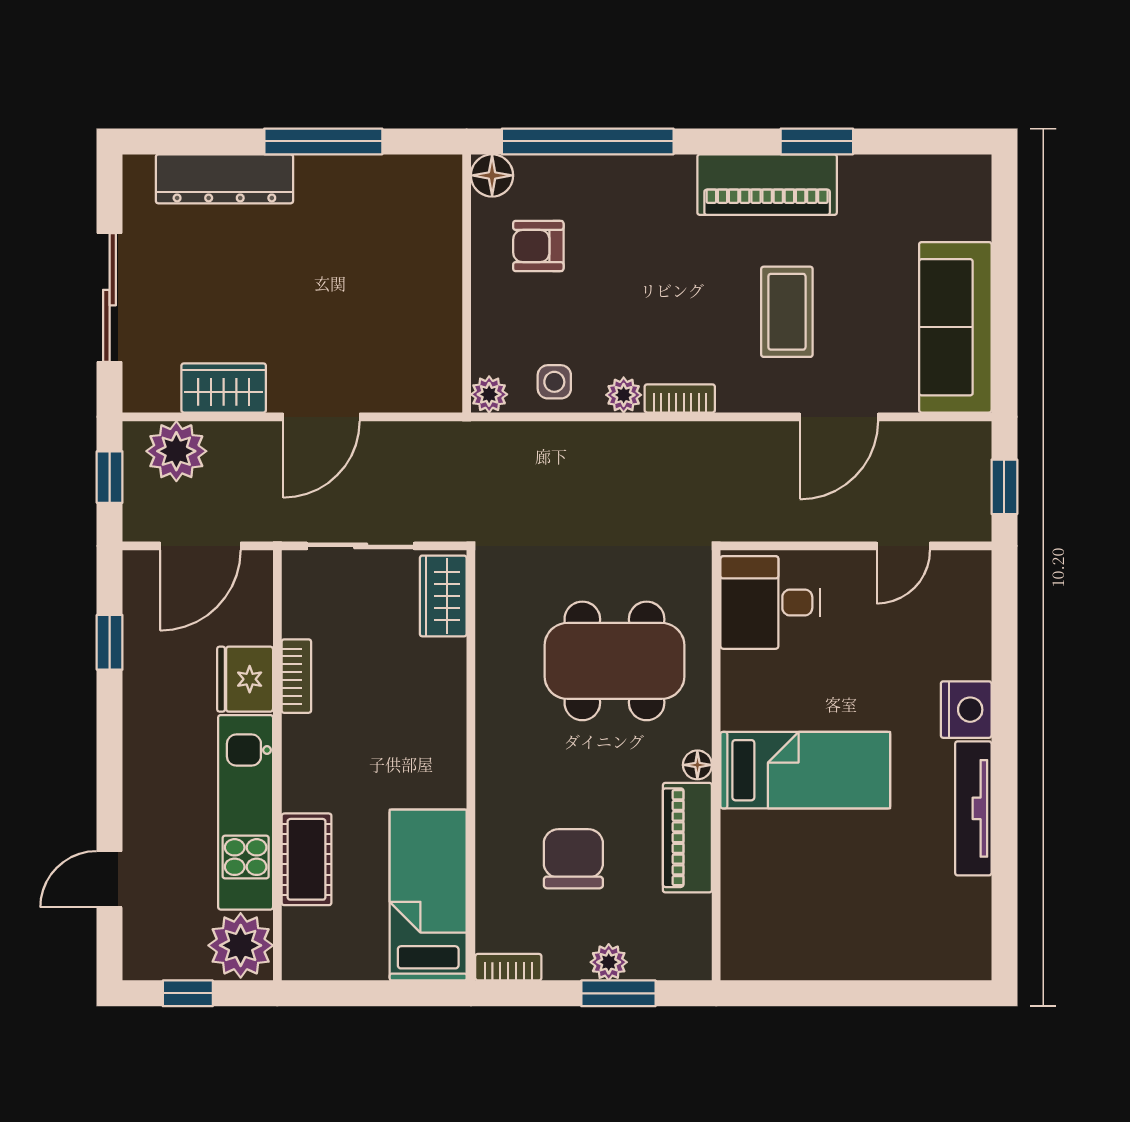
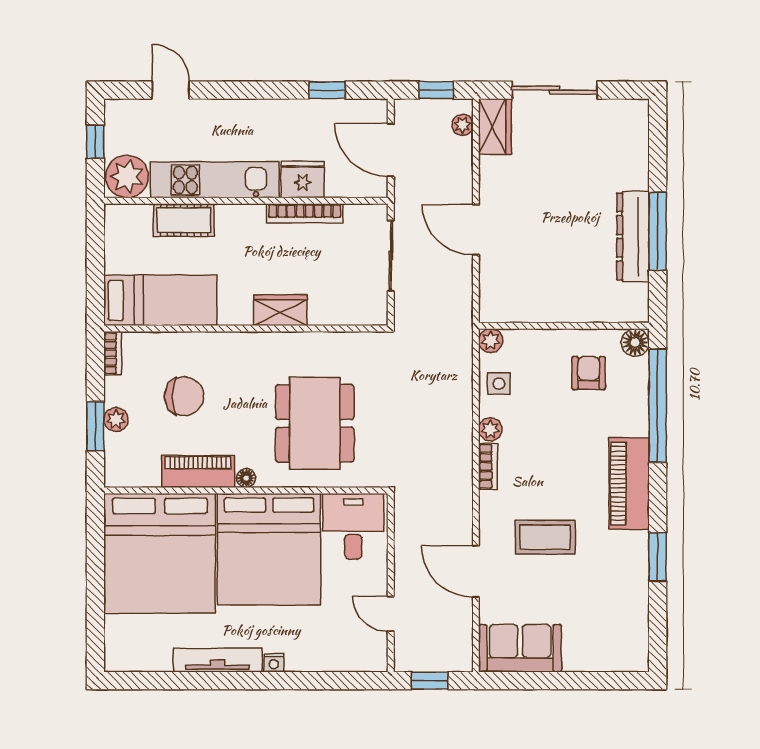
dresser: (224, 179) -> (633, 237), moved
piano: (767, 185) -> (629, 484), moved
sofa: (955, 327) -> (520, 648), width x0.73
wardrobe: (224, 388) -> (495, 127), moved
plant: (176, 451) -> (462, 125), width x0.53, depth x0.53
wardrobe: (443, 596) -> (280, 310), moved
bookcase: (296, 676) -> (305, 213), width x1.56
nightstand: (966, 710) -> (274, 663), width x0.53, depth x0.56
bed: (805, 770) -> (269, 549), width x2.04
bed: (811, 896) -> (160, 553), added

